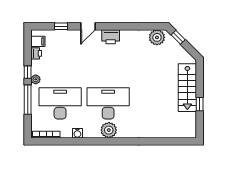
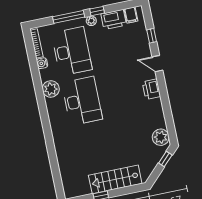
printer: (36, 53) -> (114, 20), width x1.87, depth x1.48
plant: (109, 130) -> (51, 89), moved
water cooler: (77, 133) -> (42, 63), moved

